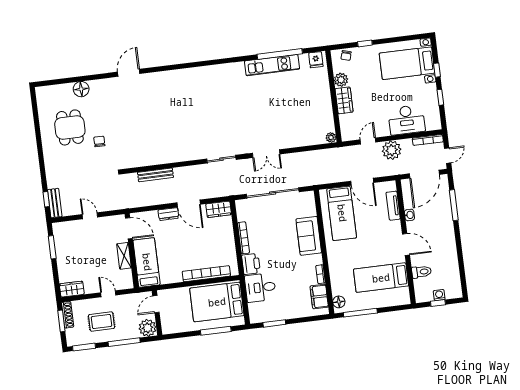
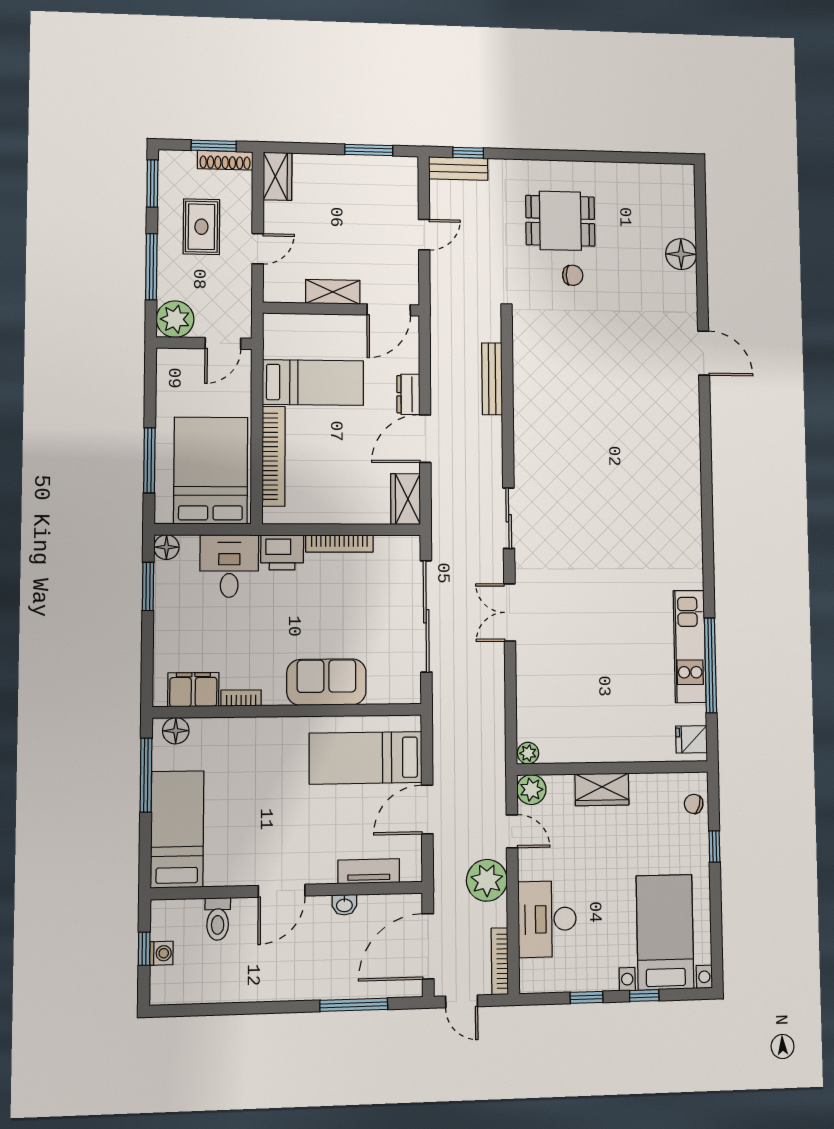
plant: (341, 80) -> (531, 790), moved
dining table: (70, 127) -> (560, 221), moved
door: (424, 174) -> (428, 946), hinge flipped
bed: (147, 262) -> (313, 382), moved
bed: (381, 278) -> (177, 829), moved
door: (156, 304) -> (223, 343), swing flipped
floor lamp: (255, 317) -> (166, 547), added

